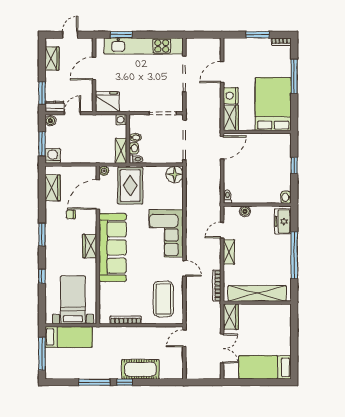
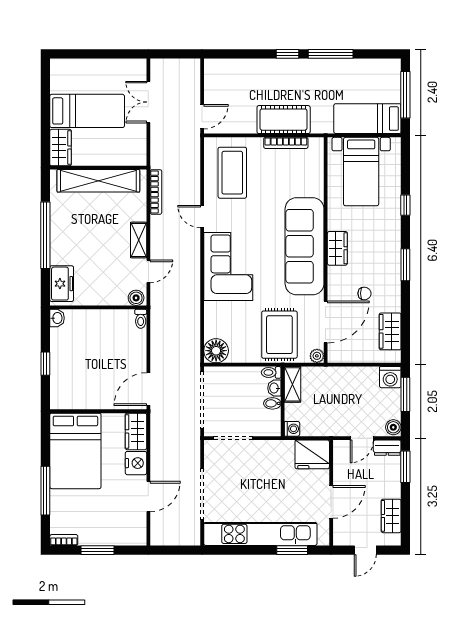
boiler: (245, 211) -> (136, 298), moved
wardrobe: (231, 317) -> (61, 148), moved, turned 180
bed: (265, 367) -> (87, 111), moved
cot: (140, 369) -> (284, 120), moved

